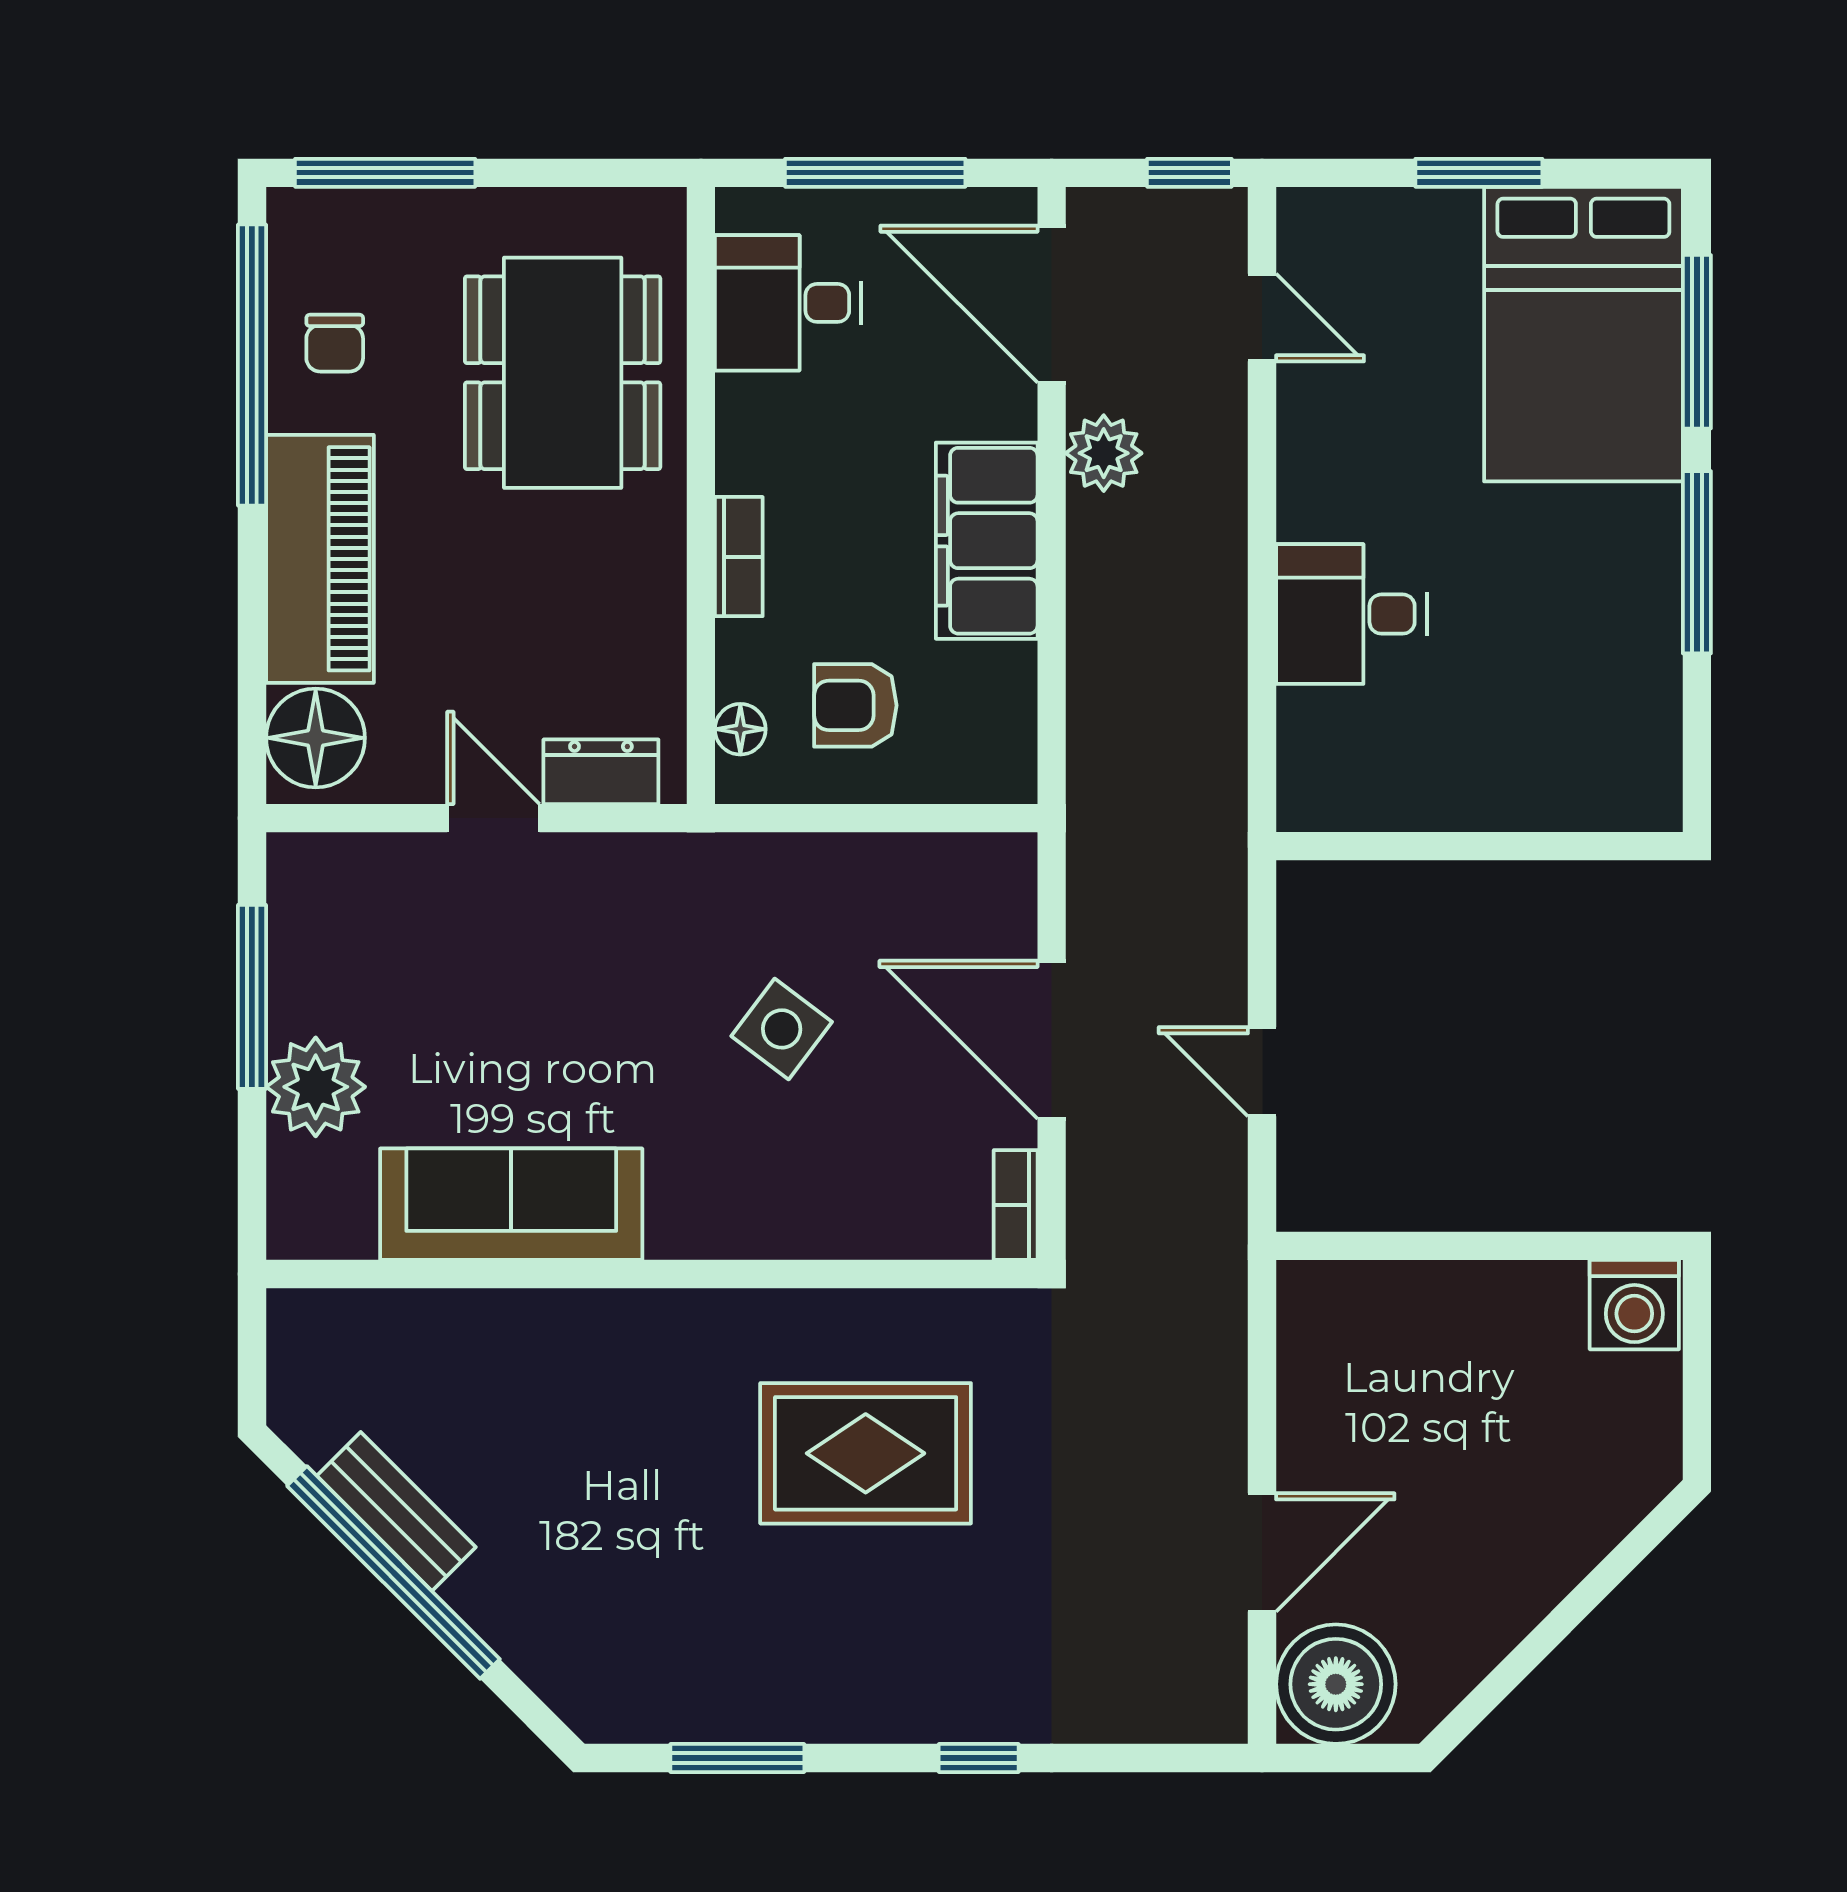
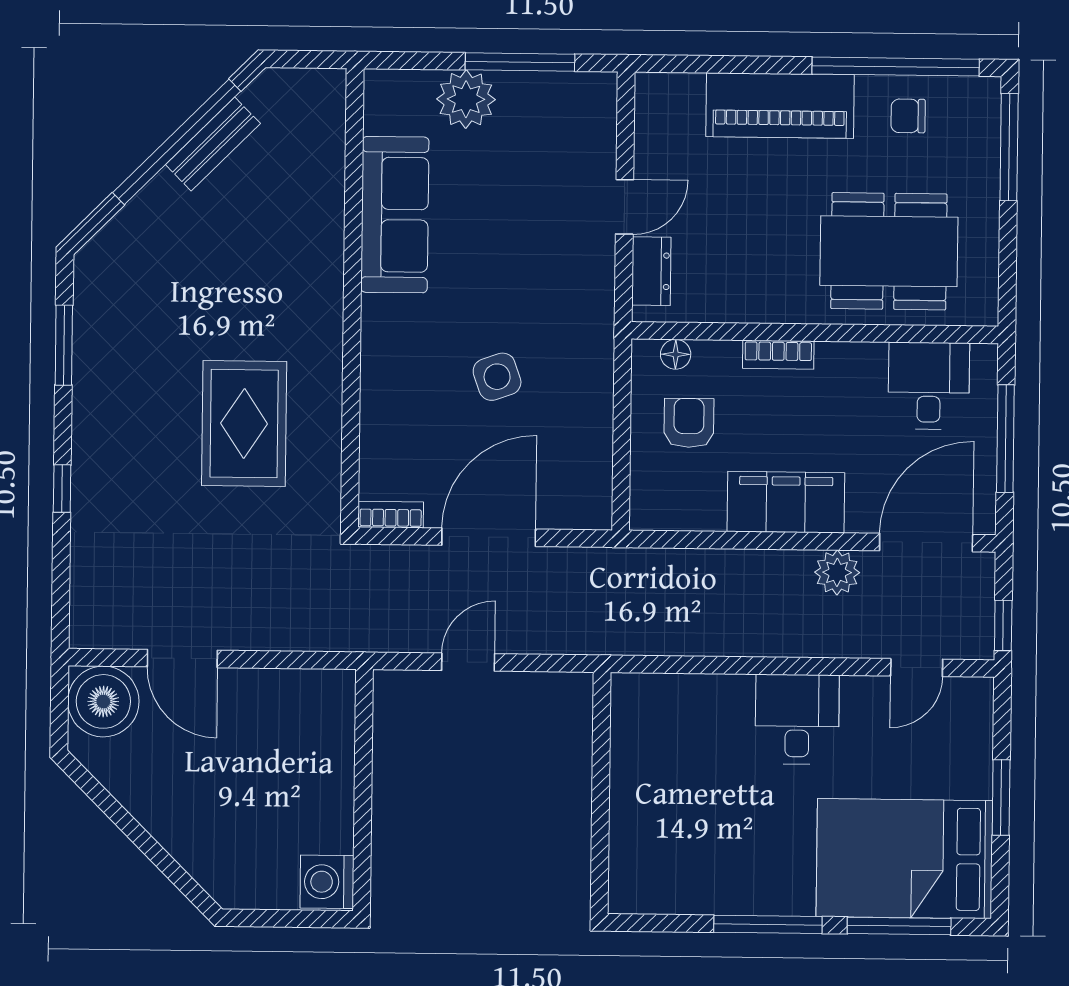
desk: (1351, 614) -> (797, 719), moved
floor lamp: (316, 738) -> (673, 102), removed
side table: (782, 1029) -> (497, 377), turned 34

